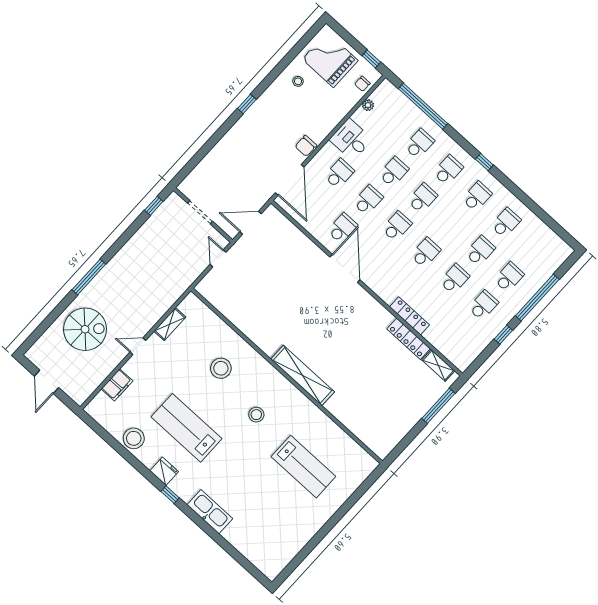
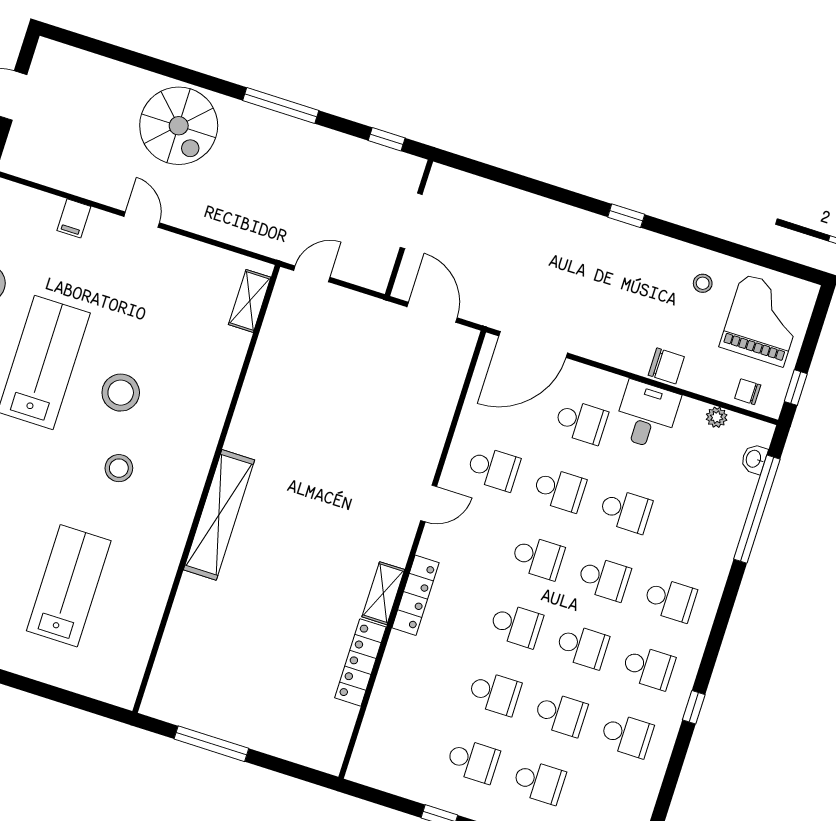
washbasin: (397, 96) -> (754, 459), added
school desk: (419, 144) -> (582, 646), moved
chair: (306, 146) -> (666, 366), moved, turned 180
window: (484, 162) -> (694, 707), moved
door: (218, 258) -> (312, 274), moved
door: (345, 268) -> (429, 503), width x0.53
window: (89, 277) -> (281, 105), moved
locker: (409, 316) -> (415, 595), moved
shelving: (170, 324) -> (250, 301), moved, turned 90
spiral stairs: (85, 329) -> (179, 126), moved
shelving: (438, 365) -> (383, 593), moved
stool: (221, 368) -> (121, 393), moved
filing cabinet: (117, 385) -> (74, 218), width x0.50
window: (438, 406) -> (211, 744), moved
lab bench: (303, 467) -> (69, 586), turned 180

